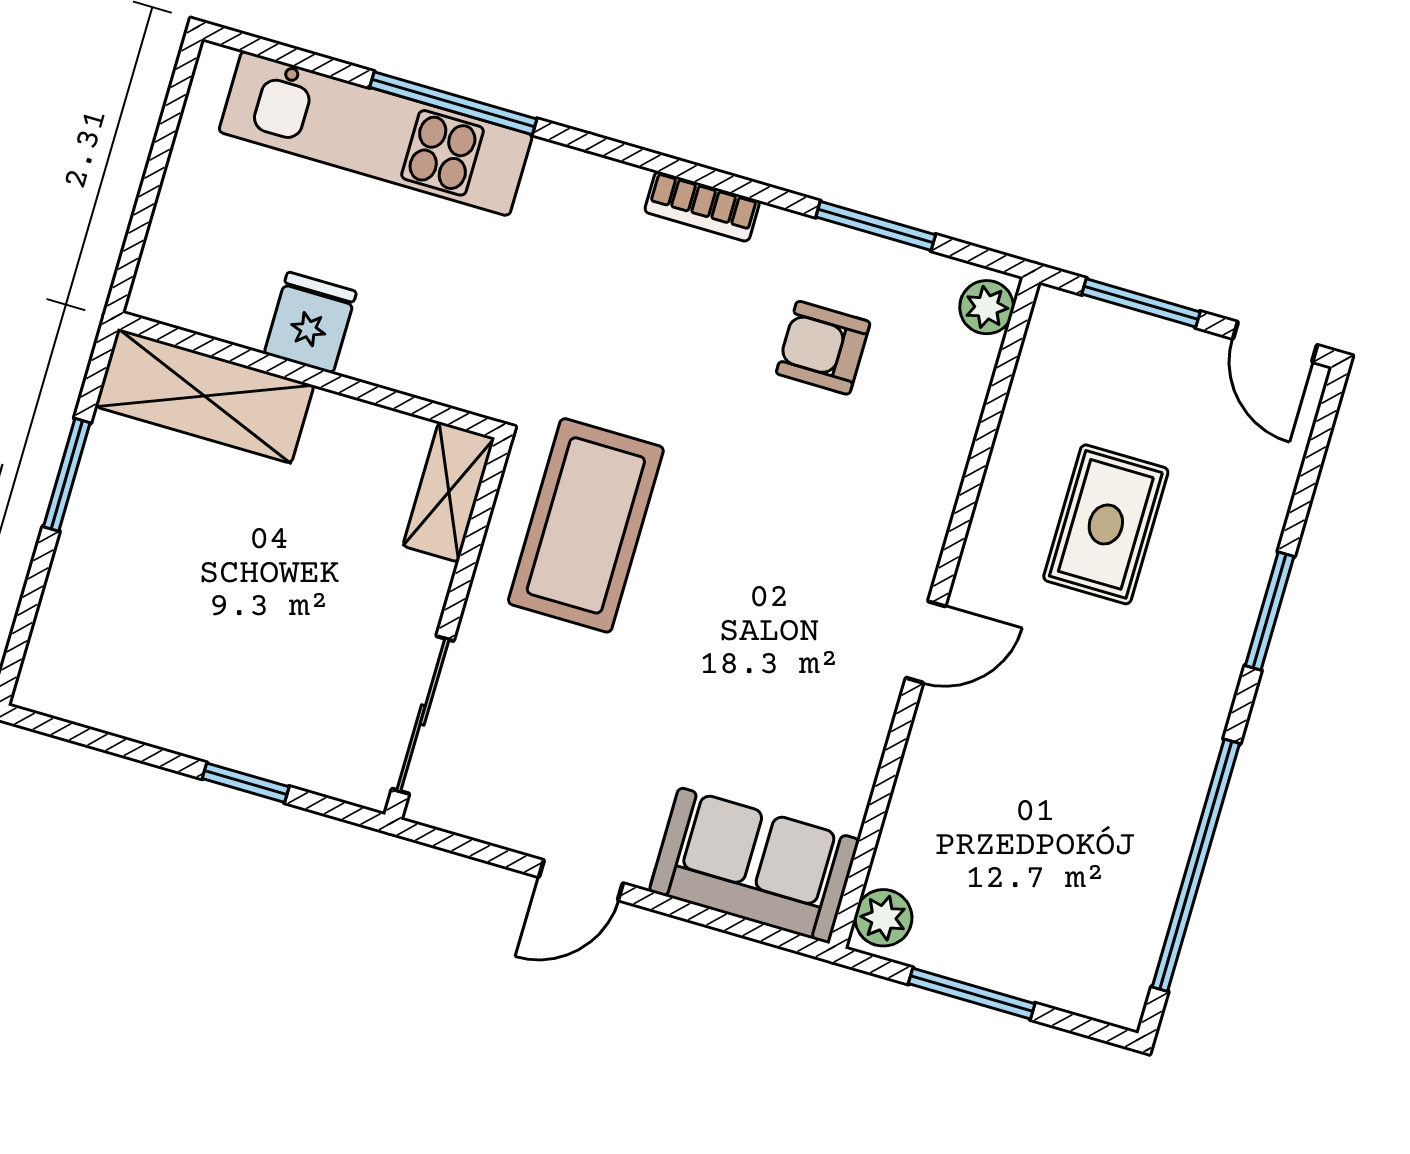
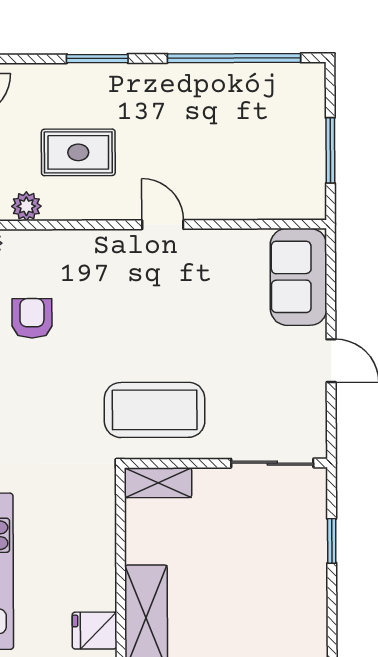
fridge: (310, 323) -> (94, 631), moved
armchair: (823, 348) -> (32, 318), turned 180
plant: (883, 918) -> (26, 206), moved

